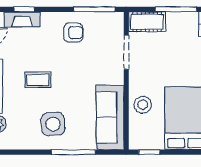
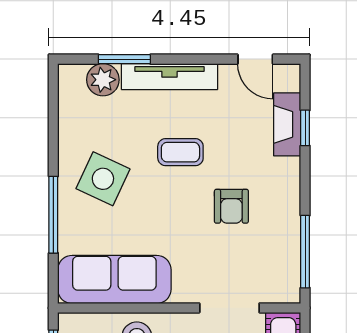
armchair: (73, 33) -> (231, 206), moved
coffee table: (38, 80) -> (180, 152), turned 90
side table: (53, 124) -> (103, 179), turned 30

